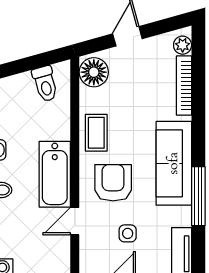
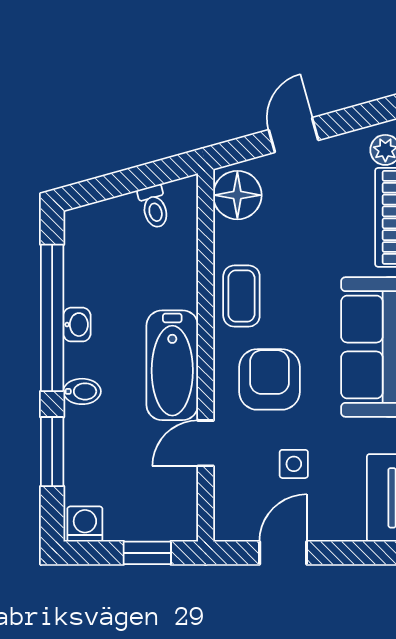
toilet: (45, 84) -> (154, 207), width x0.73, depth x0.72

